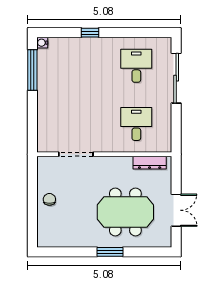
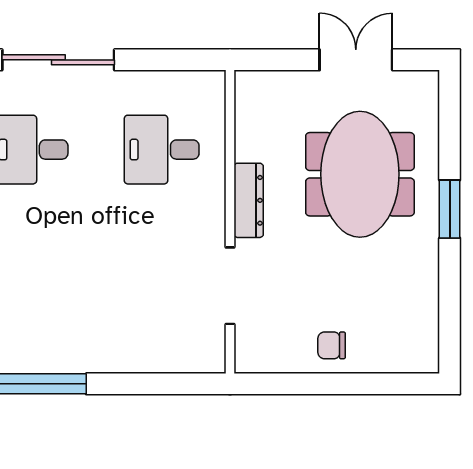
dresser: (150, 163) -> (249, 200), moved

